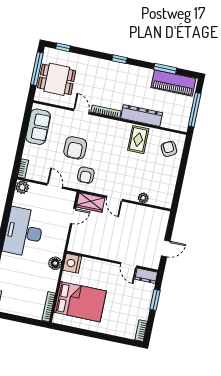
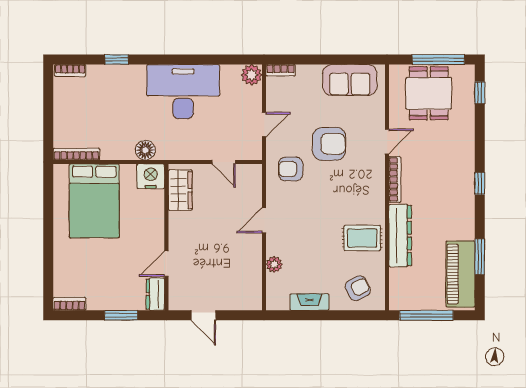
armchair: (75, 148) -> (329, 144), turned 180
fireplace: (171, 181) -> (309, 302), added
wardrobe: (91, 202) -> (180, 190), moved, turned 180

